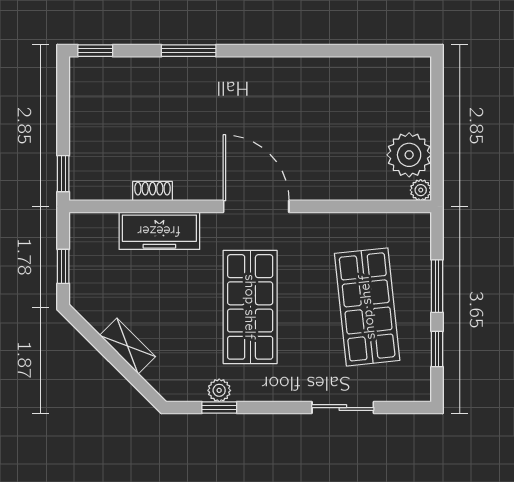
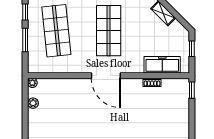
plant: (409, 155) -> (33, 103), width x0.53, depth x0.53
freezer: (159, 231) -> (162, 65), moved

